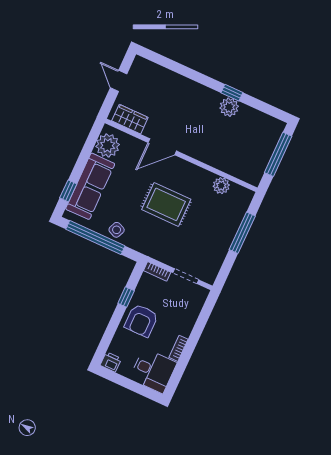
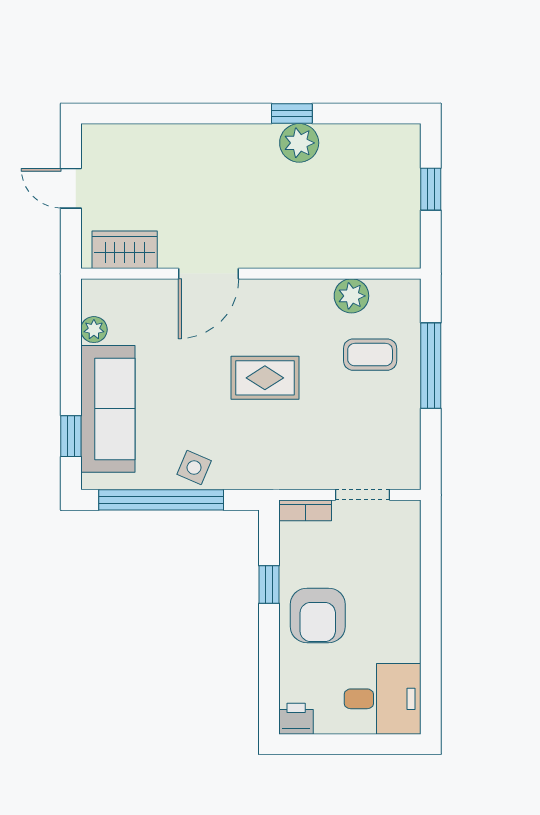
plant: (108, 145) -> (94, 330), width x0.53, depth x0.53
window: (278, 154) -> (431, 189), width x0.46
rug: (166, 204) -> (265, 378), width x0.73, depth x0.70
coffee table: (218, 215) -> (370, 355), added
bookcase: (179, 348) -> (411, 635), removed

